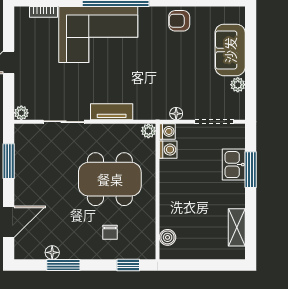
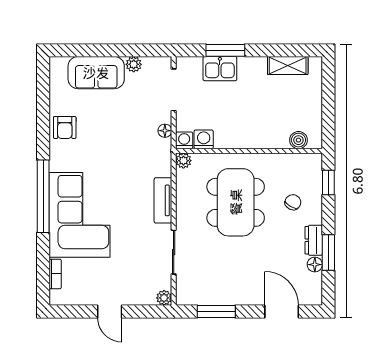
chair: (110, 232) -> (293, 202), turned -60
dresser: (75, 252) -> (314, 240), added

